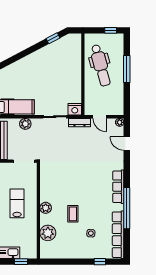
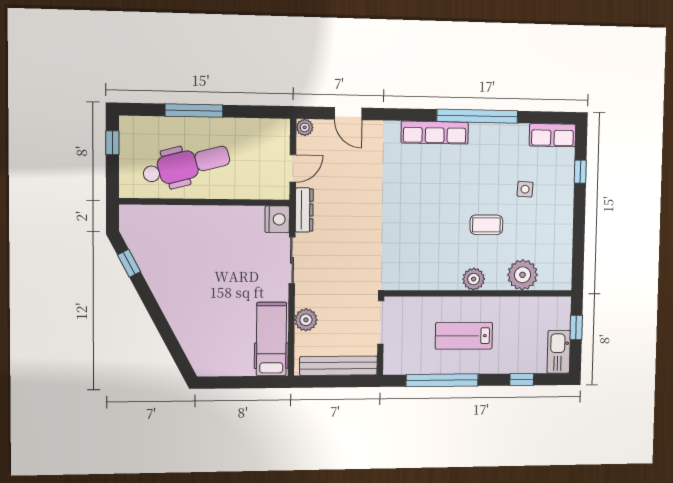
door: (127, 144) -> (348, 114), hinge flipped
row of seats: (118, 235) -> (552, 135), width x0.50

